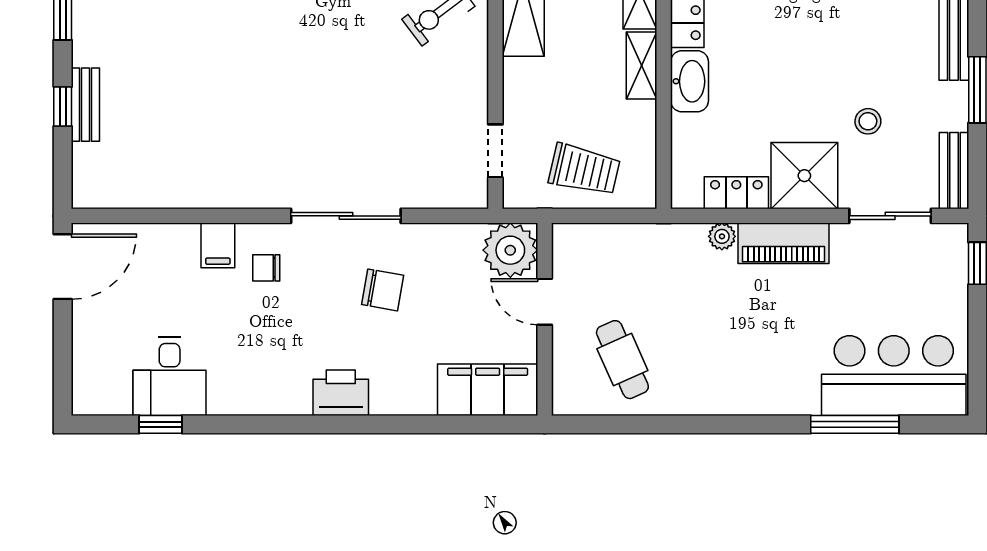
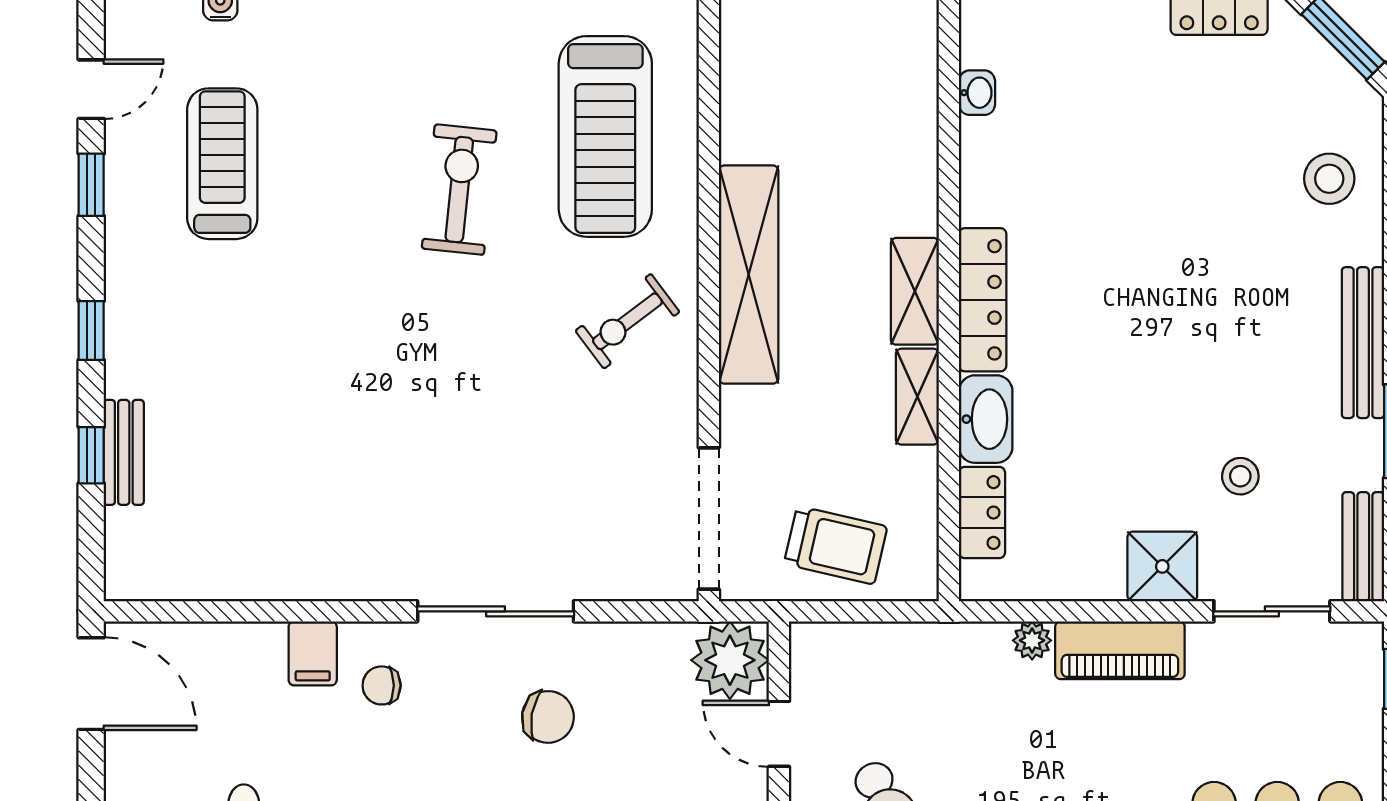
doorway: (495, 151) -> (709, 518), width x1.88
shower: (804, 176) -> (1162, 566), width x0.73, depth x0.73
locker: (736, 193) -> (982, 513), moved, turned 90
door: (63, 267) -> (91, 684), hinge flipped

